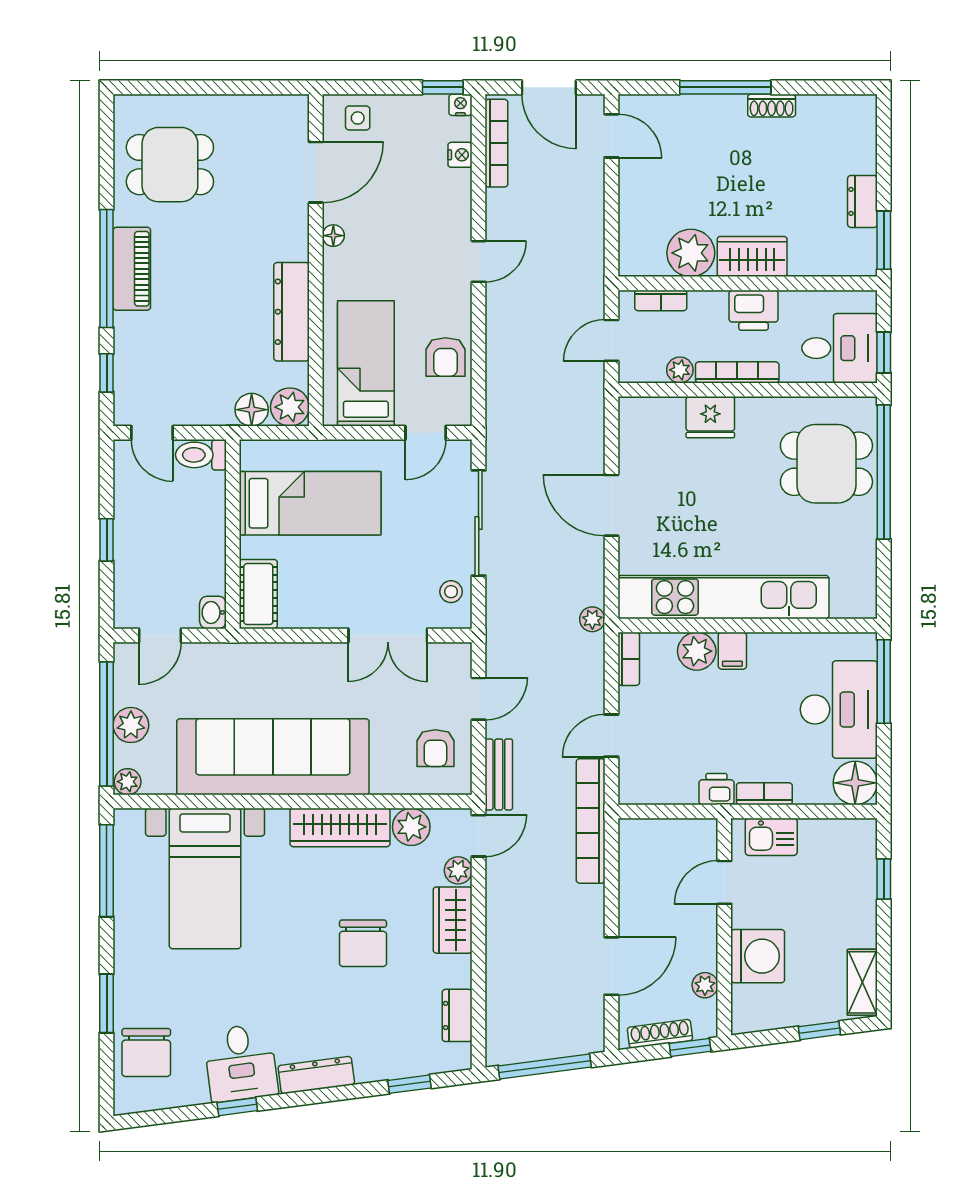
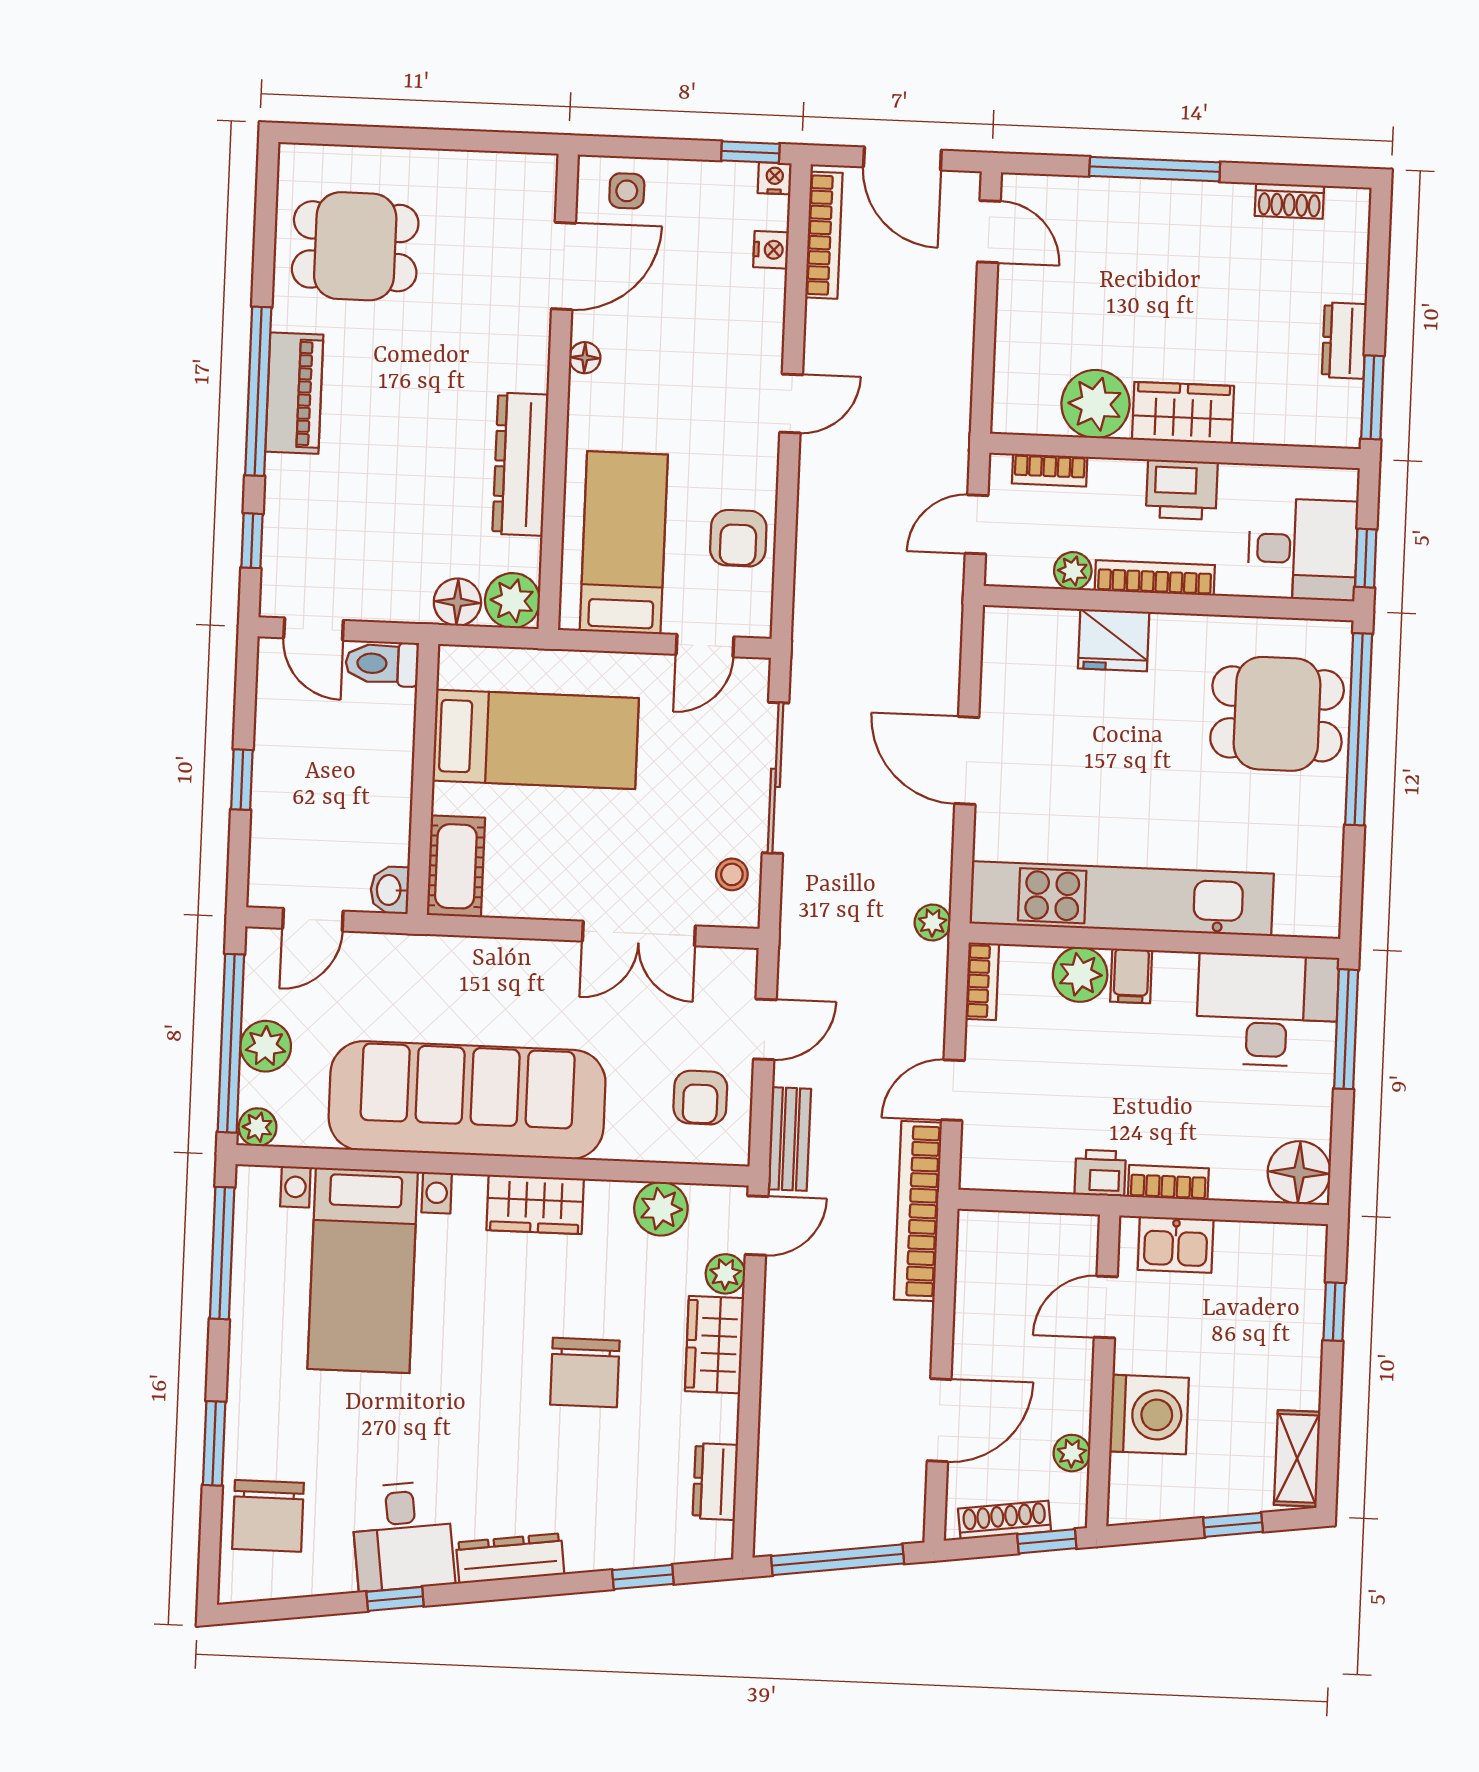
shoe rack: (772, 106) -> (1289, 201), moved
desk: (839, 710) -> (1267, 1010), moved, turned -90
wardrobe: (340, 827) -> (535, 1204), width x0.67

